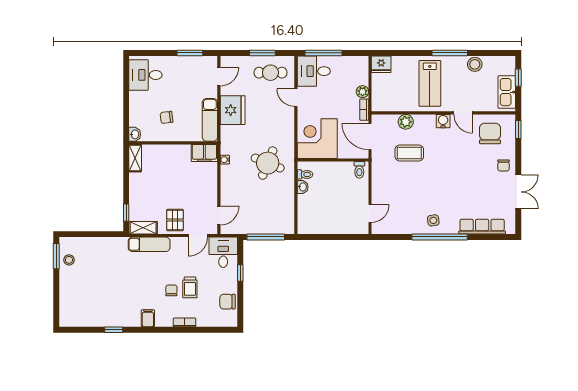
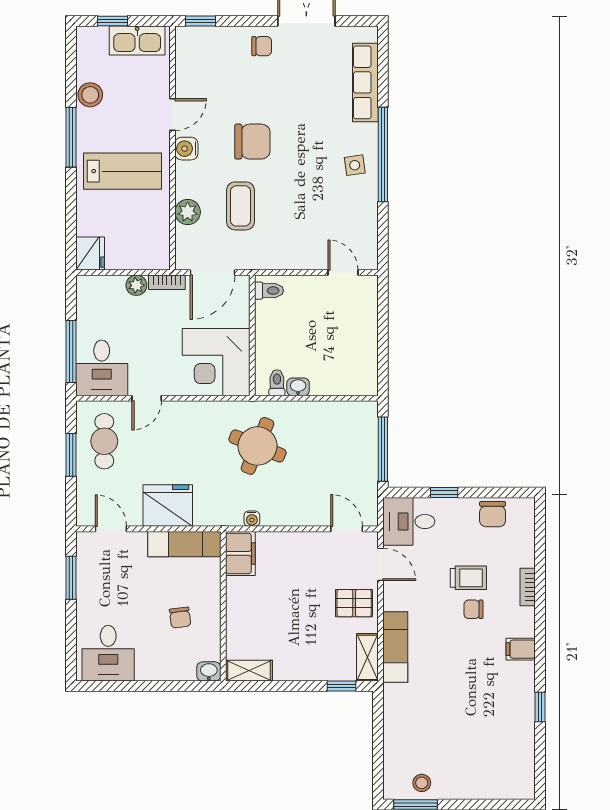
chair: (490, 134) -> (252, 142), moved, turned 180

